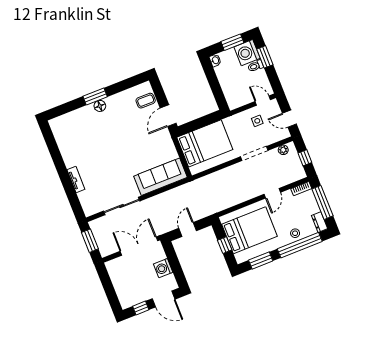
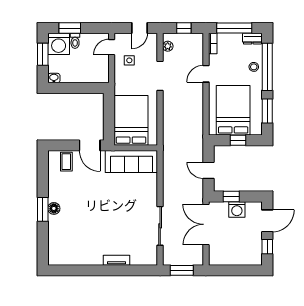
sofa: (160, 177) -> (131, 162), moved, turned -90
door: (272, 193) -> (206, 74), swing flipped
window: (173, 259) -> (231, 196), added

